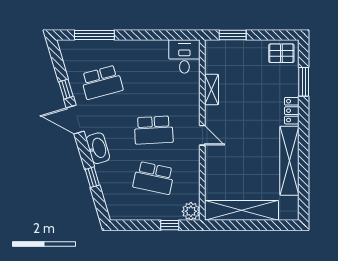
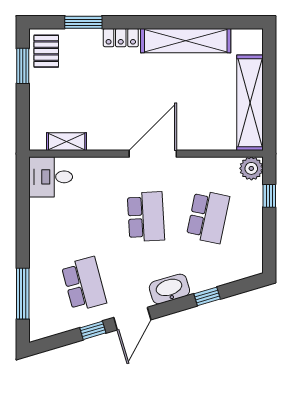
window: (233, 35) -> (23, 66), moved
shelving: (212, 90) -> (67, 142), moved
door: (202, 135) -> (153, 154), width x1.87

